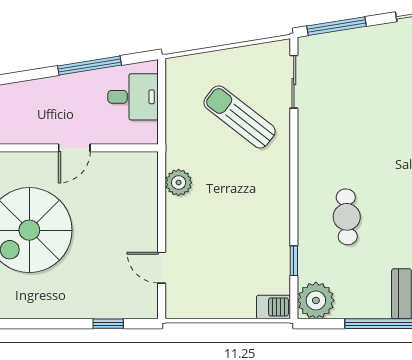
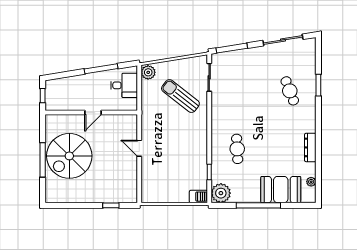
plant: (179, 183) -> (148, 72), moved
door: (162, 268) -> (139, 148), moved

